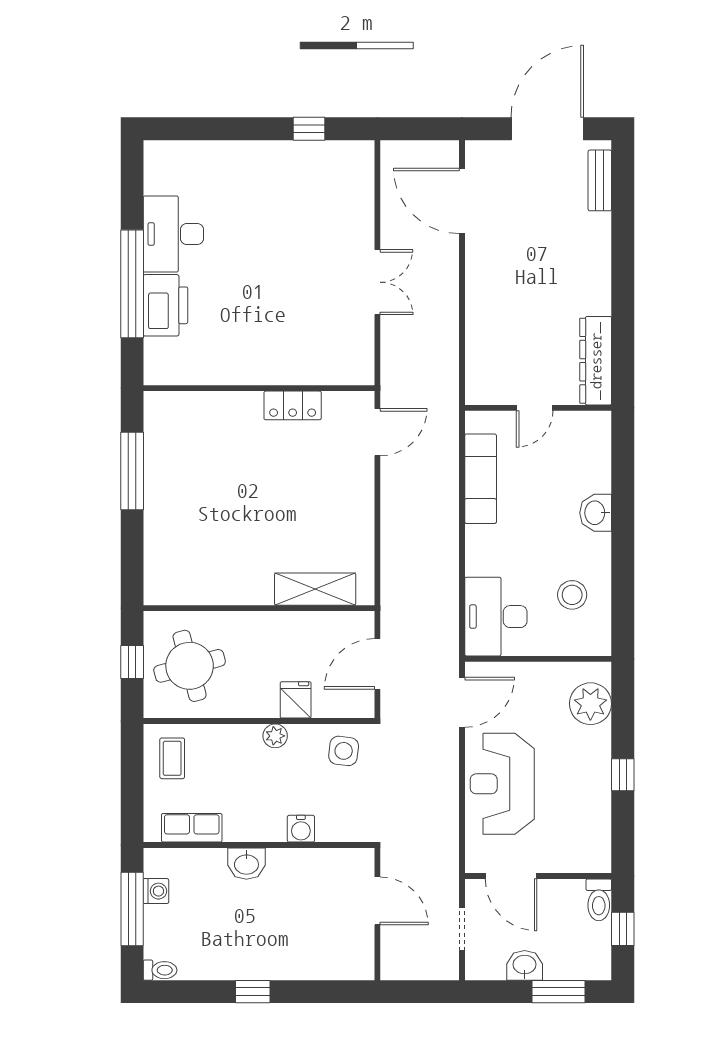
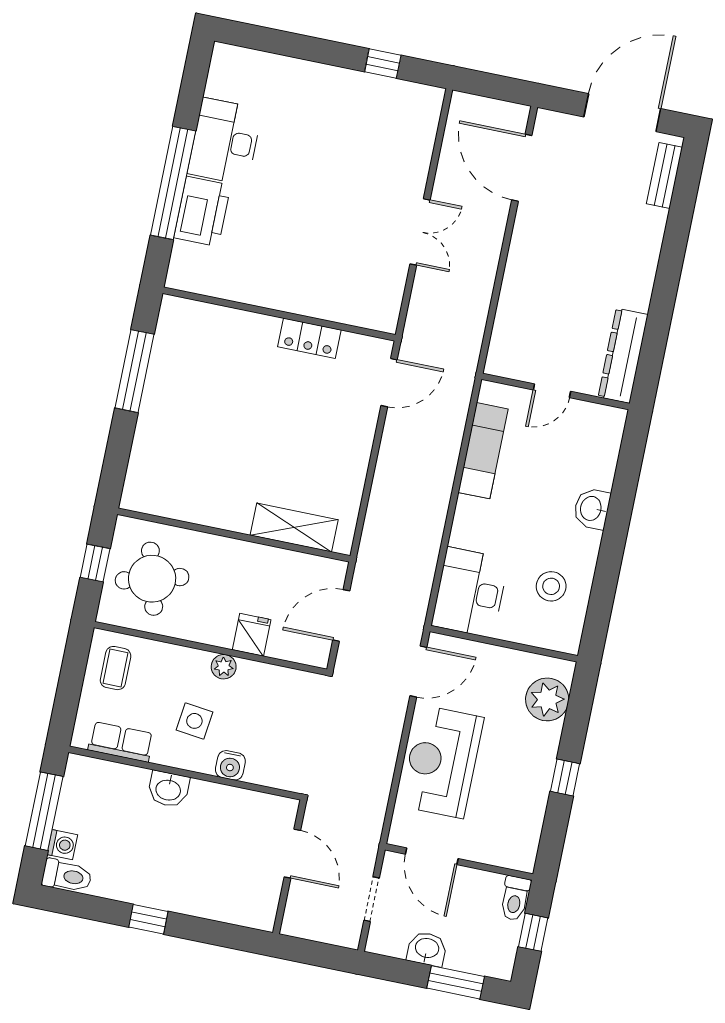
side table: (344, 751) -> (194, 721), moved
washing machine: (156, 891) -> (62, 845), moved
toilet: (160, 970) -> (67, 876), width x1.37, depth x1.39

